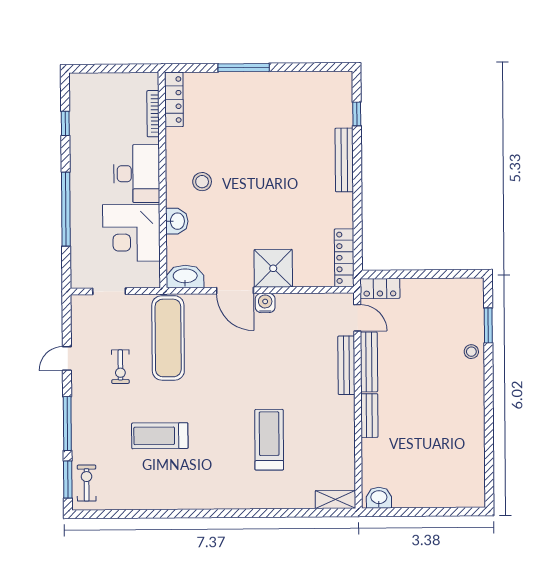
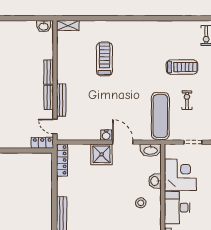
bench: (369, 362) -> (49, 97), width x0.73
treadmill: (160, 436) -> (182, 67), moved
treadmill: (269, 440) -> (104, 59), turned 180

